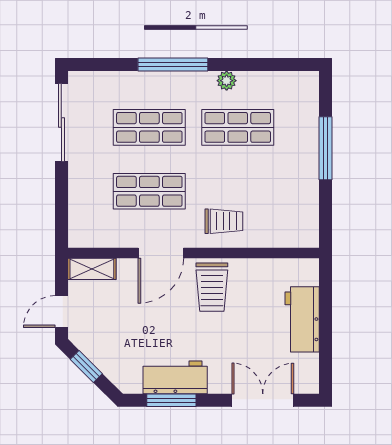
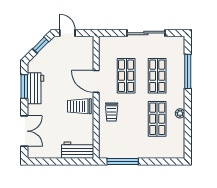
window: (173, 64) -> (188, 71), moved
sliding door: (61, 122) -> (146, 33), moved
window: (326, 148) -> (123, 162), moved
shelving: (92, 269) -> (88, 48), removed
workbench: (302, 319) -> (78, 150), moved

